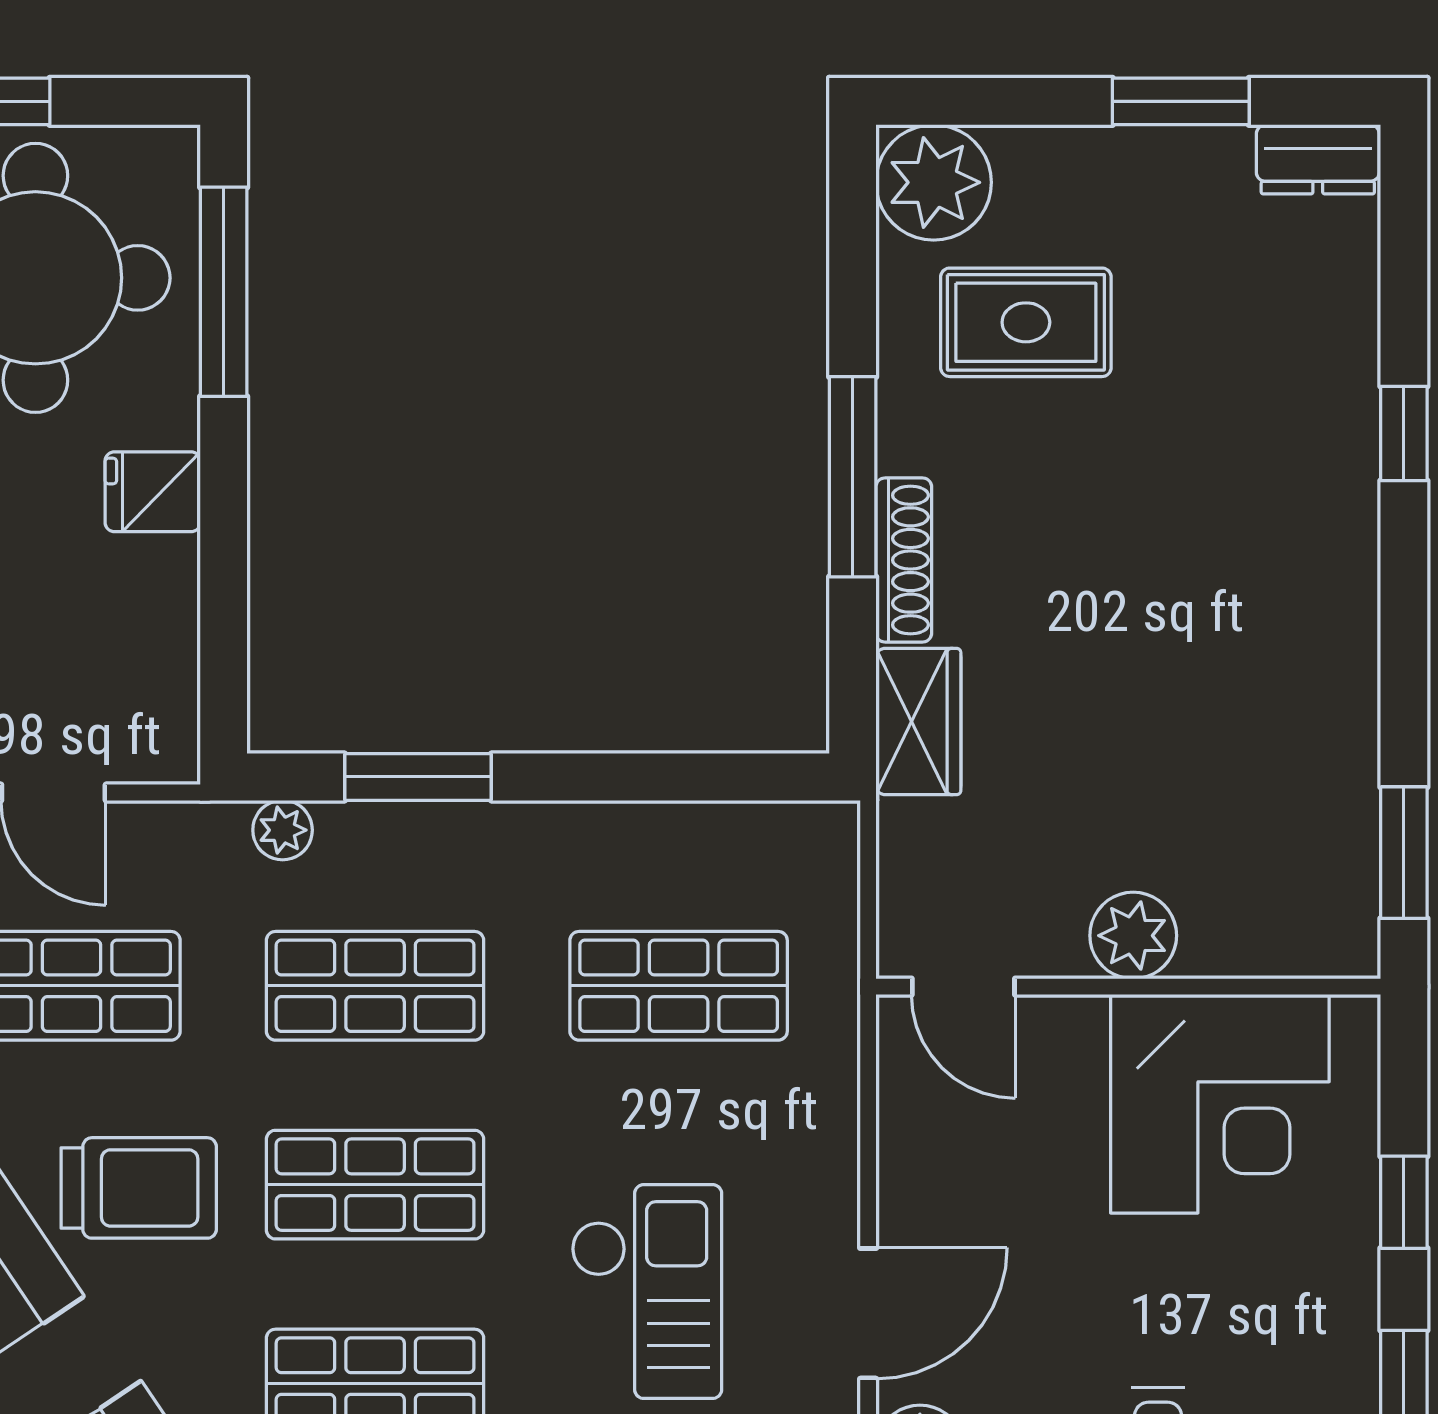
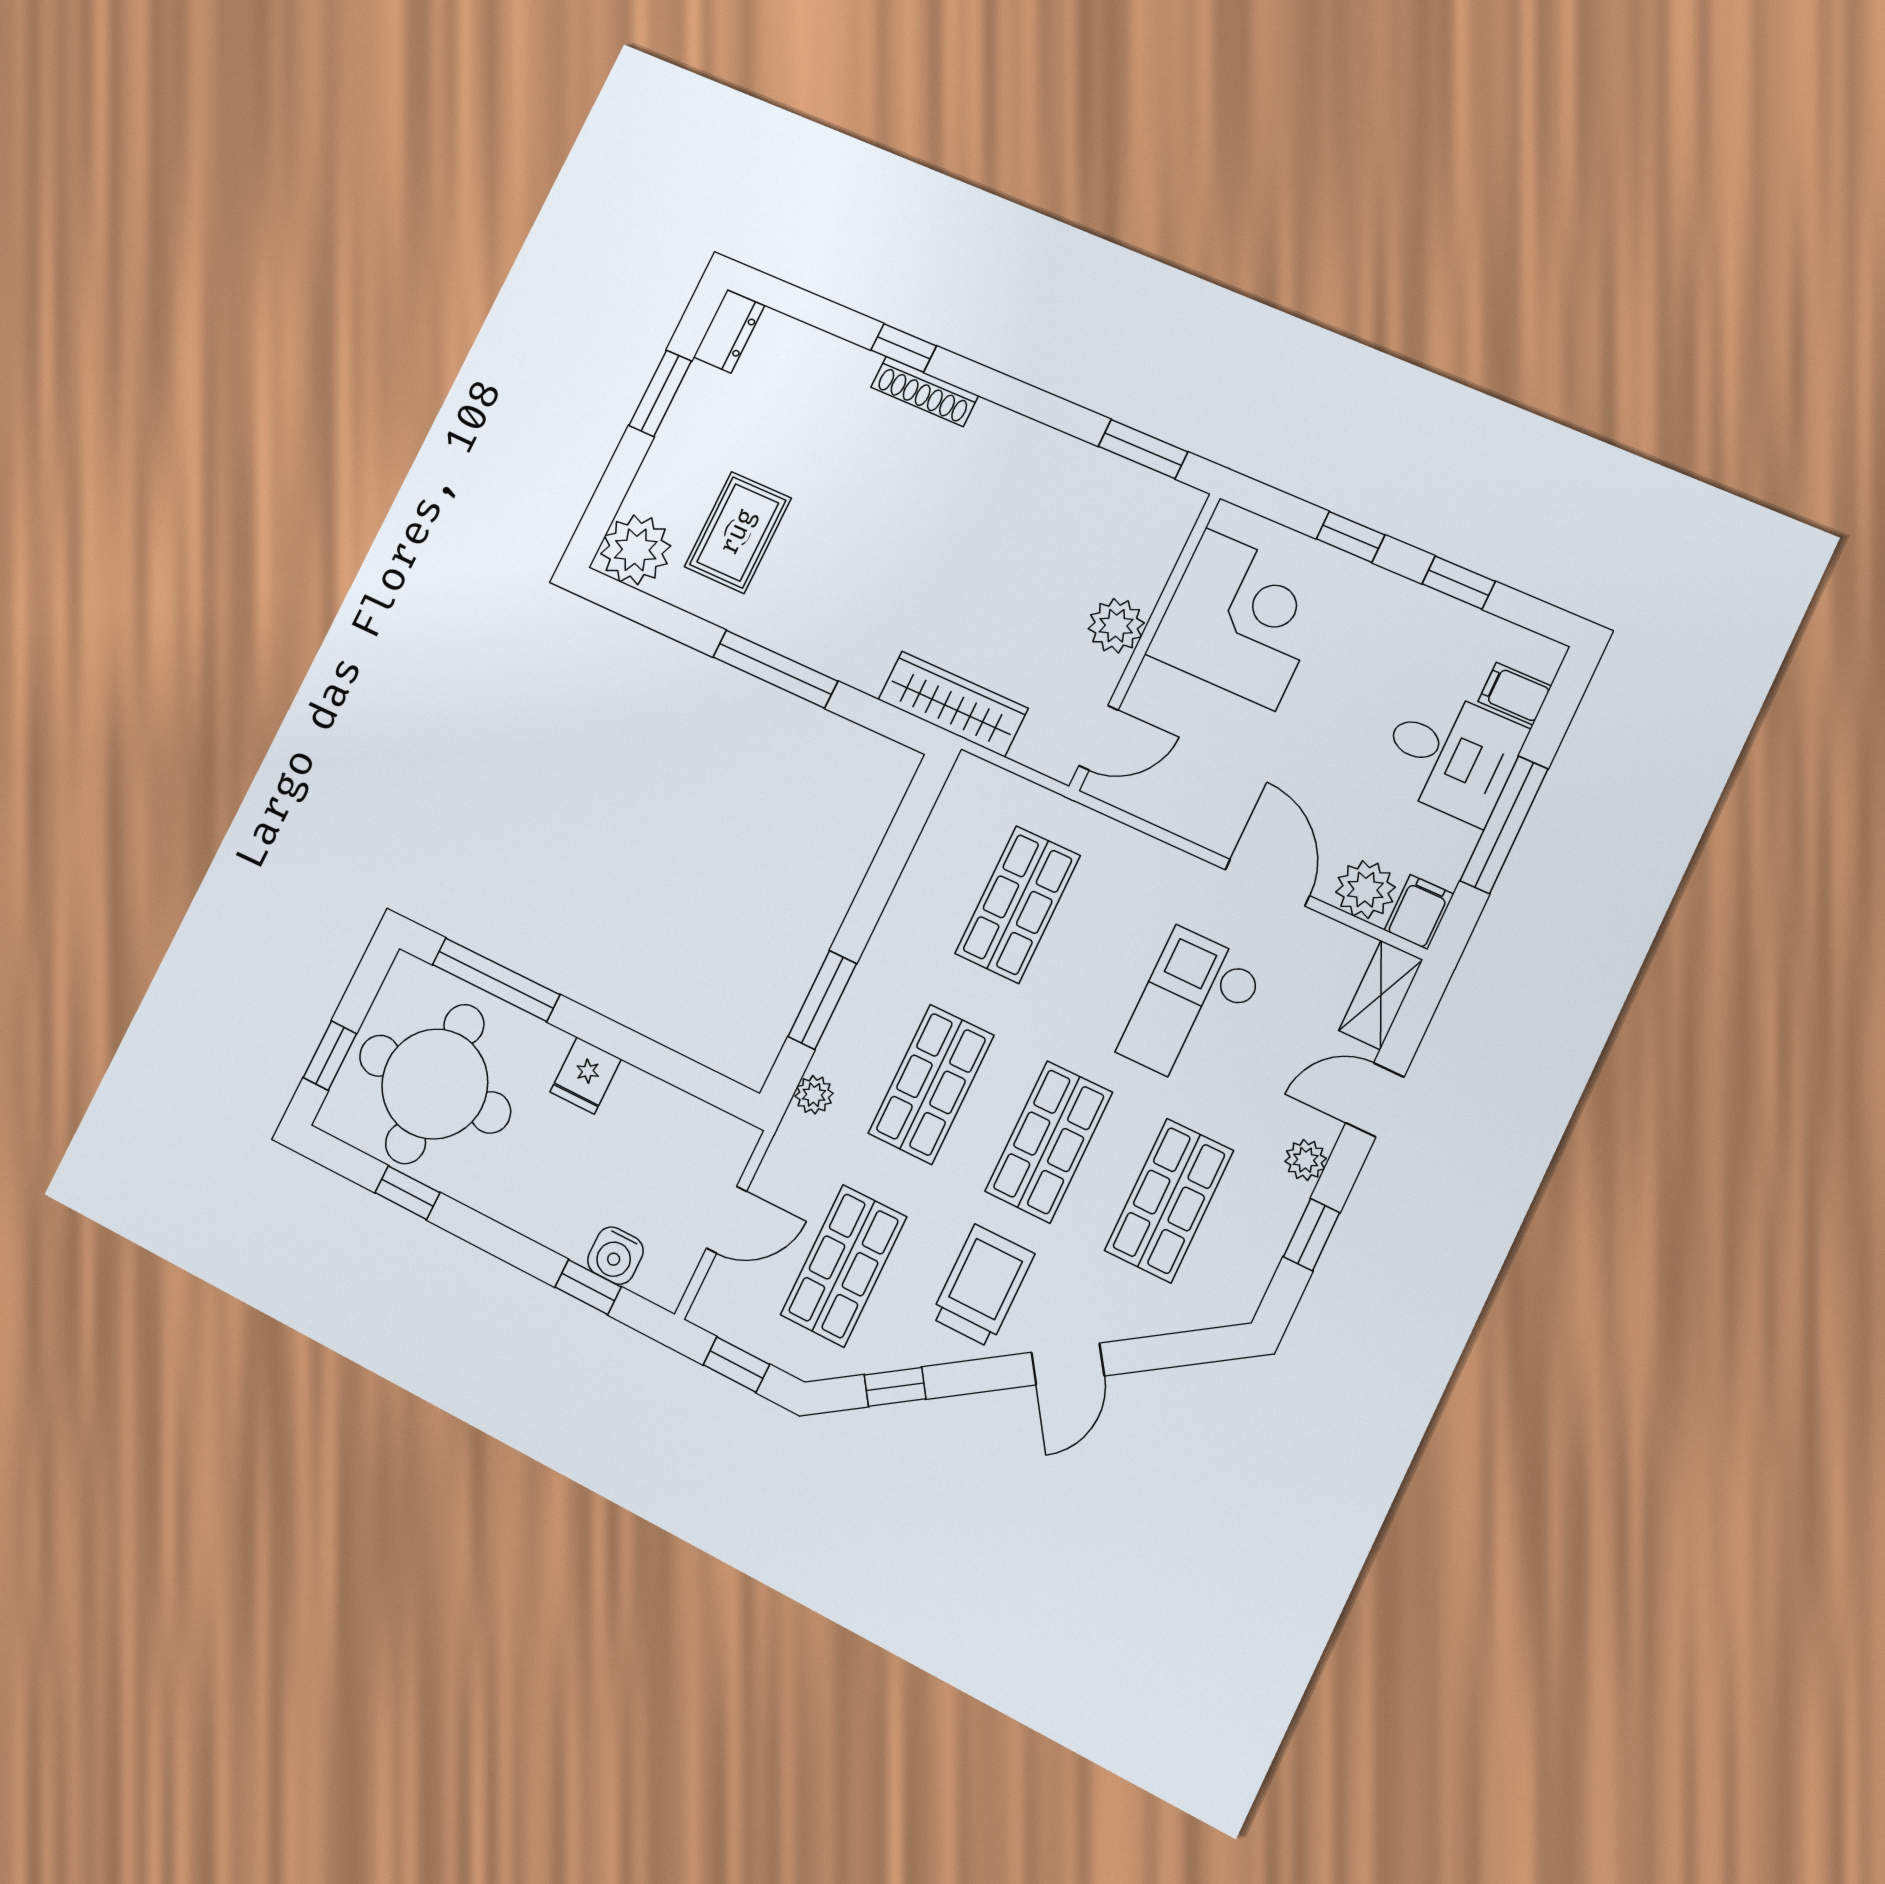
shoe rack: (904, 560) -> (925, 391), moved, turned 180
wardrobe: (918, 722) -> (953, 704), width x1.50
checkout: (647, 1292) -> (1191, 1009), turned -90

